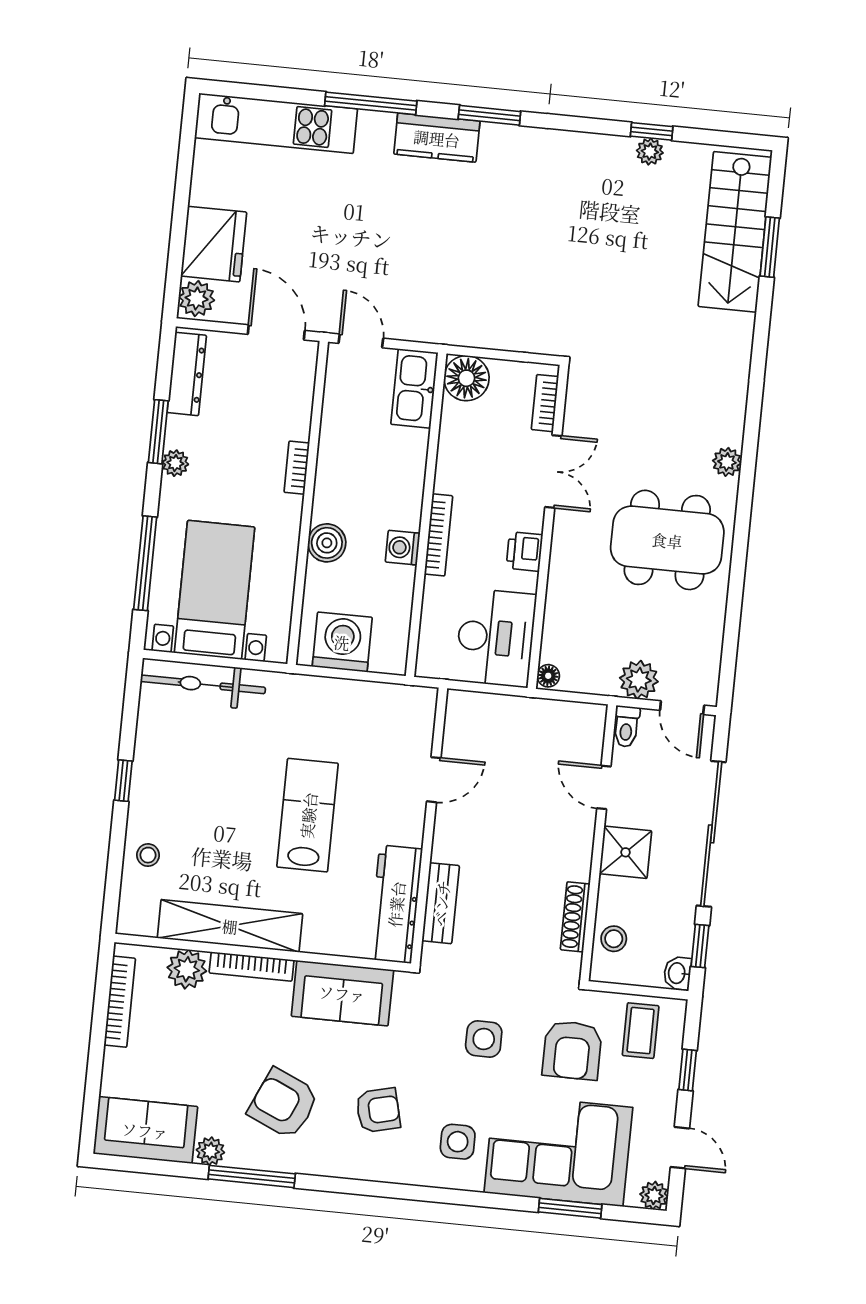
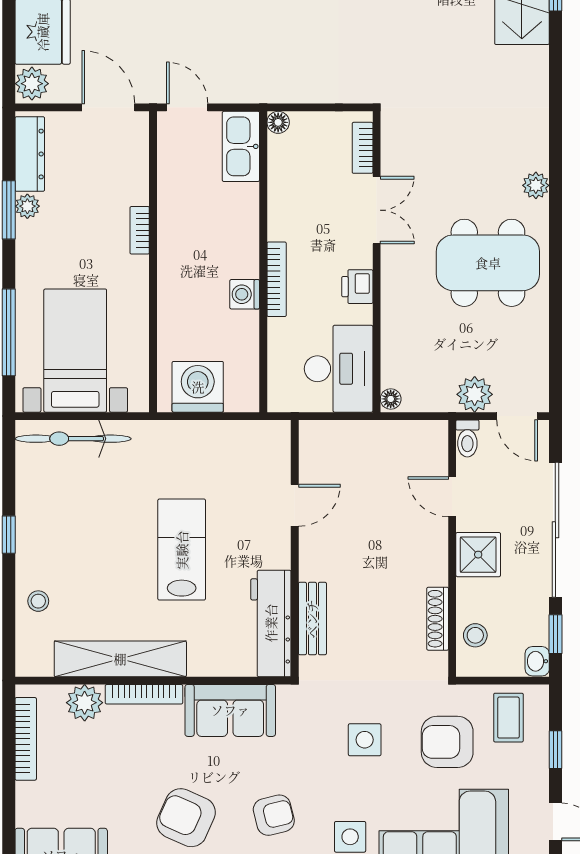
floor lamp: (466, 378) -> (278, 122), width x0.53, depth x0.53
plant: (175, 463) -> (27, 206), moved
boiler: (327, 543) -> (174, 297), removed
armchair: (572, 1050) -> (447, 742), turned 90

